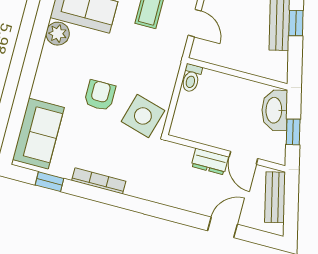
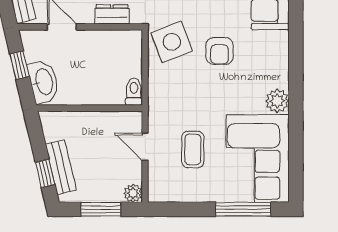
side table: (143, 116) -> (172, 42), turned -37
dresser: (210, 162) -> (112, 14), moved

